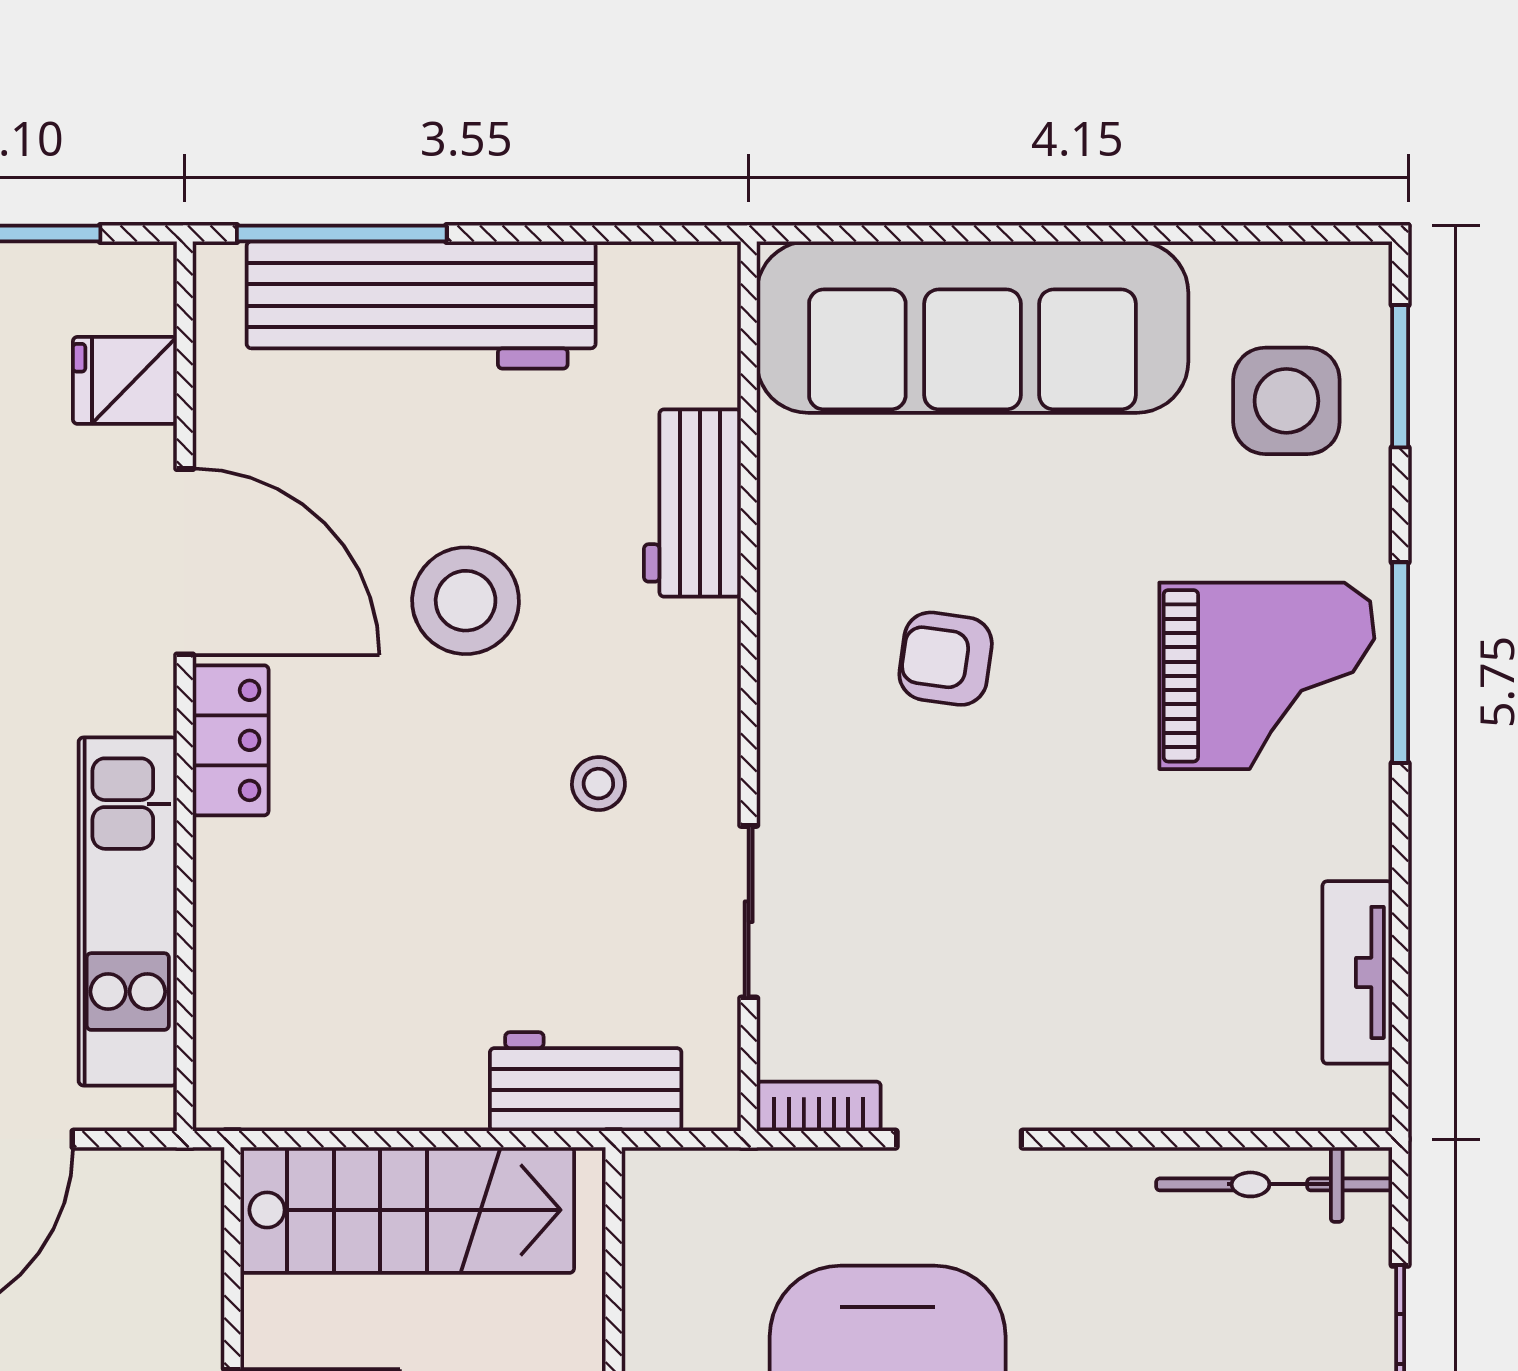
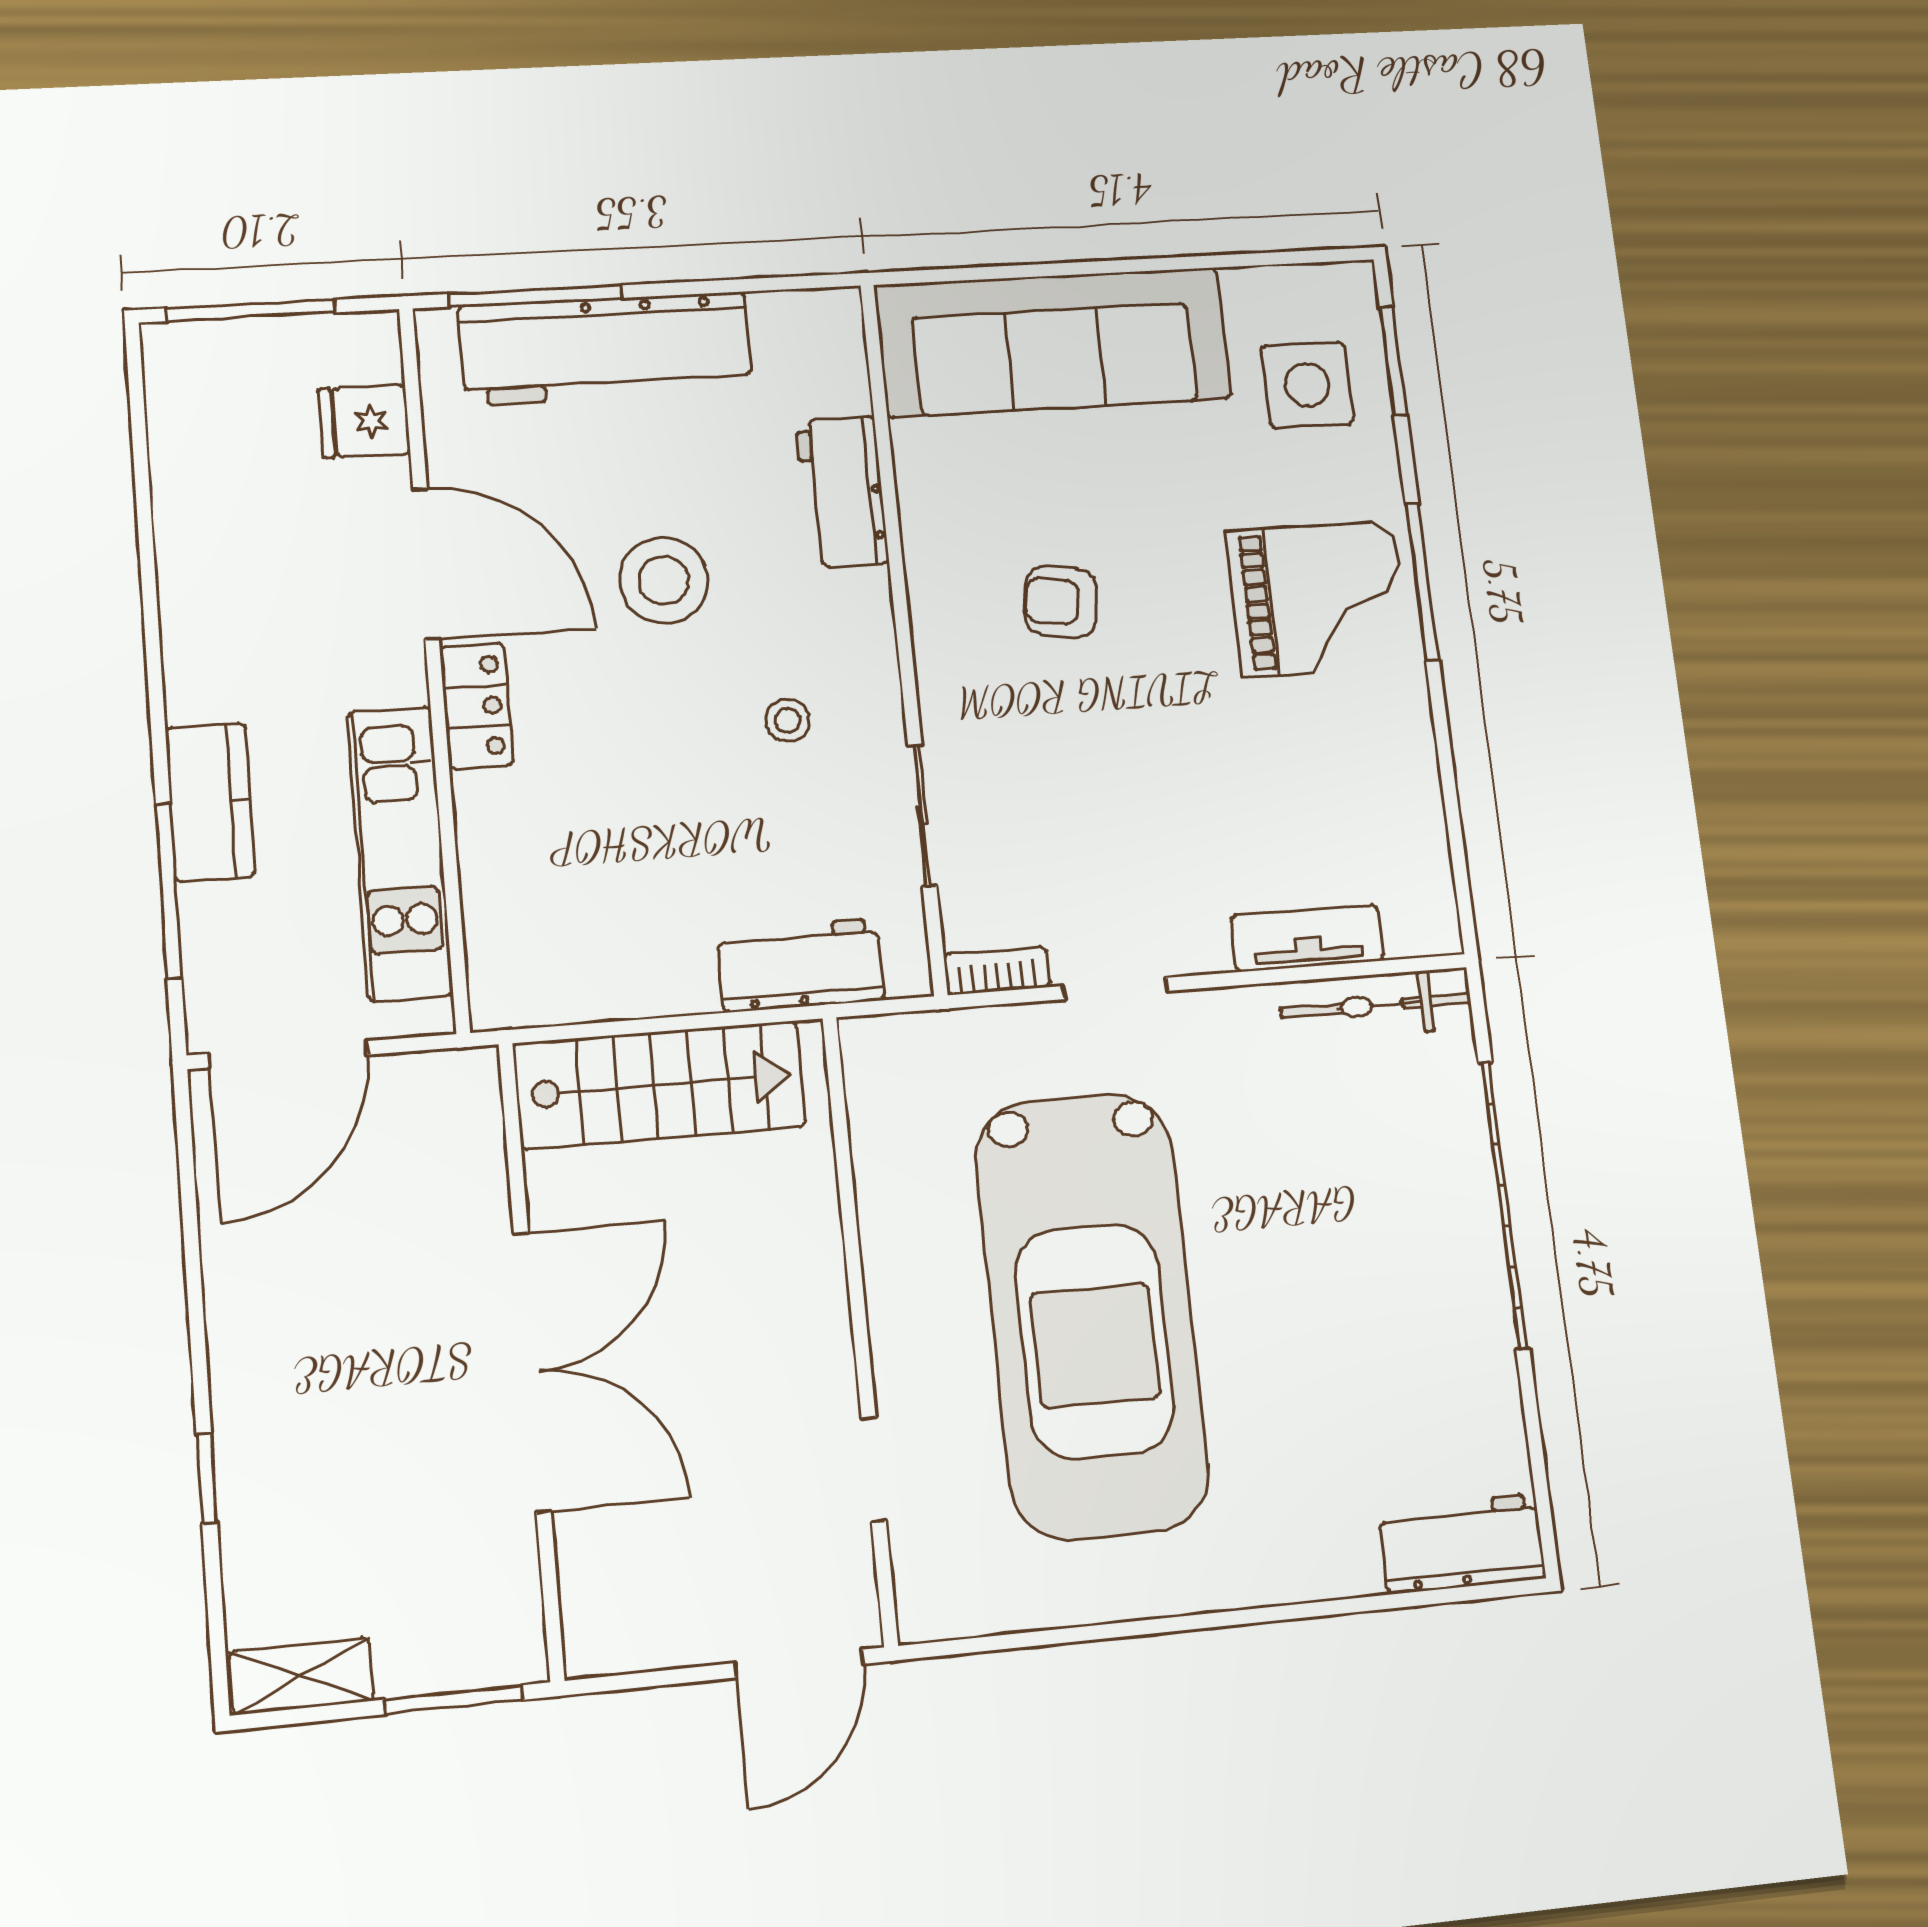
tv unit: (1357, 972) -> (1307, 938), moved, turned 90

